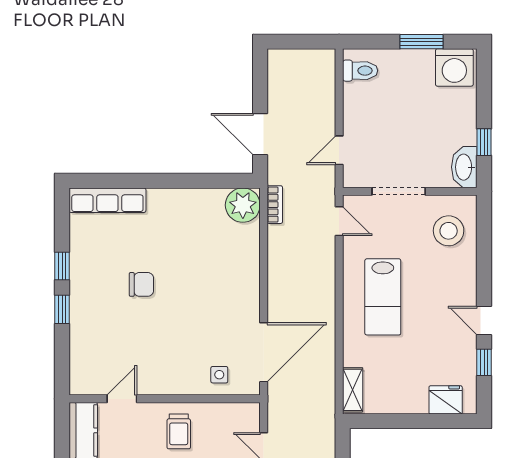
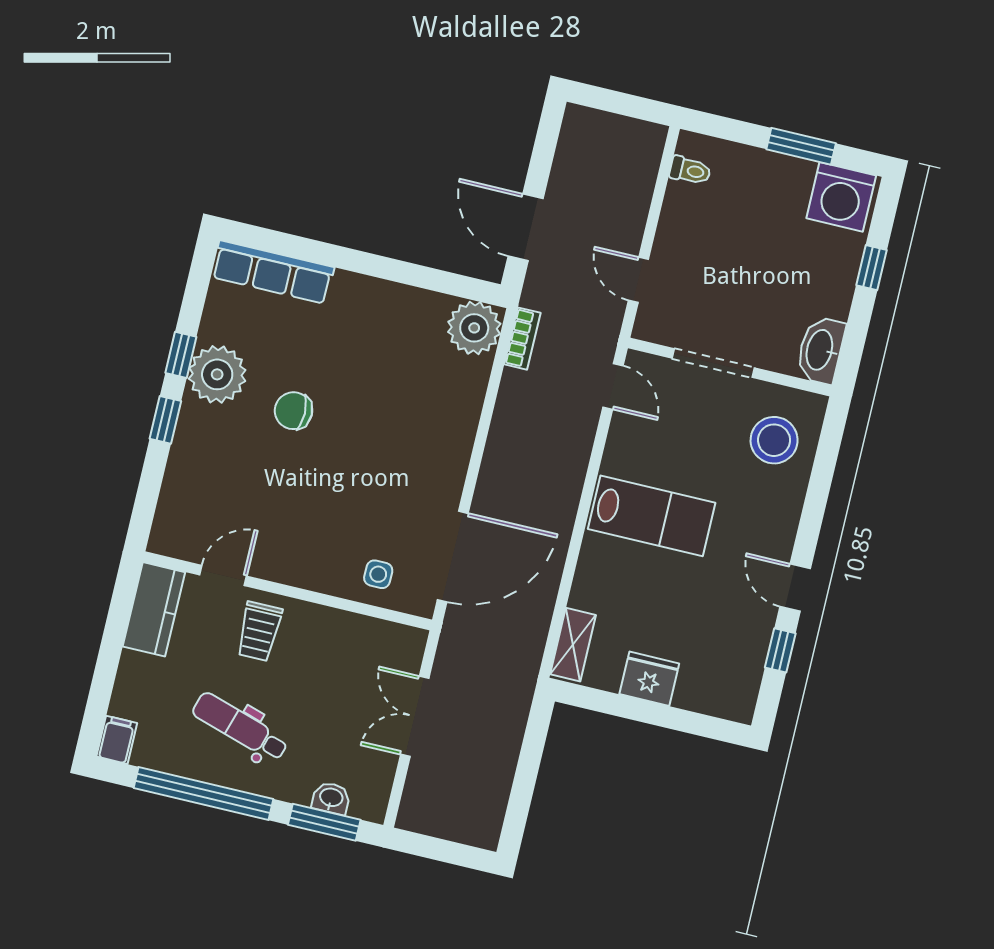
toilet: (360, 71) -> (690, 170), width x0.73, depth x0.72
window: (484, 142) -> (871, 268), moved
door: (339, 150) -> (638, 280), hinge flipped
plant: (88, 273) -> (217, 374), added
chair: (141, 284) -> (293, 411), turned 180
lab bench: (383, 297) -> (652, 516), turned -90
fridge: (446, 400) -> (649, 679), moved
trolley: (179, 431) -> (259, 631), moved

